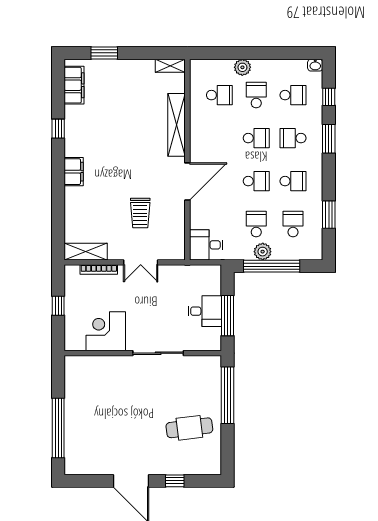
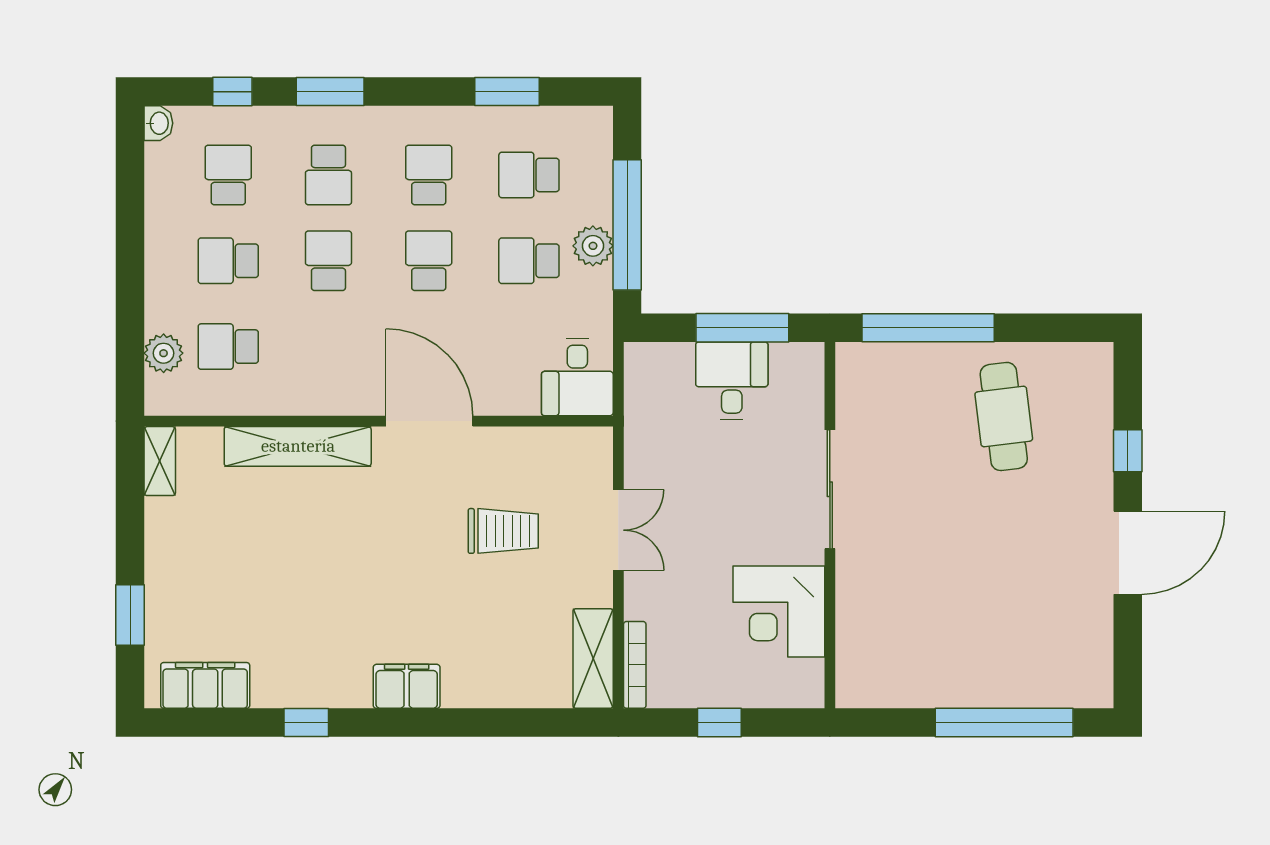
plant: (242, 67) -> (164, 353), moved
school desk: (219, 95) -> (228, 347), turned -90
bookcase: (99, 269) -> (635, 665), moved

